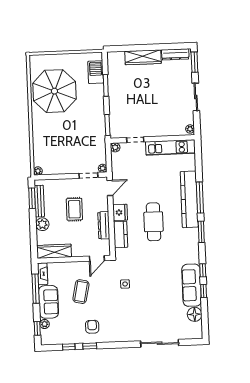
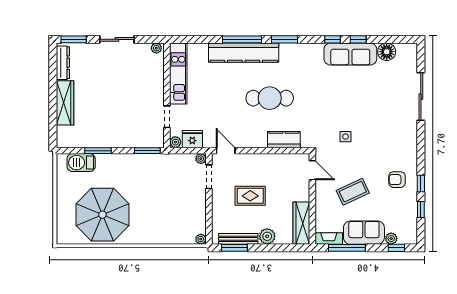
fridge: (120, 212) -> (192, 139), moved
dresser: (104, 225) -> (272, 160), removed
coffee table: (81, 292) -> (353, 192), turned -37

